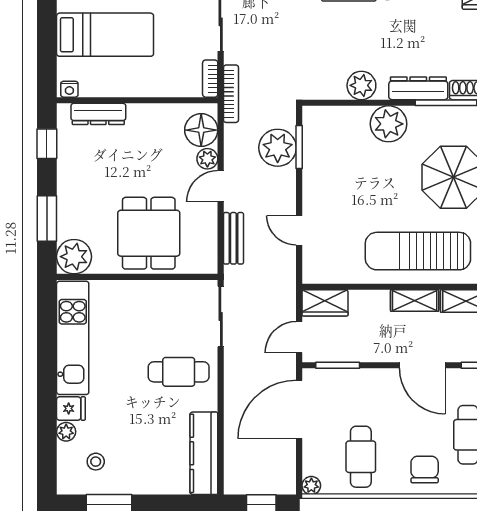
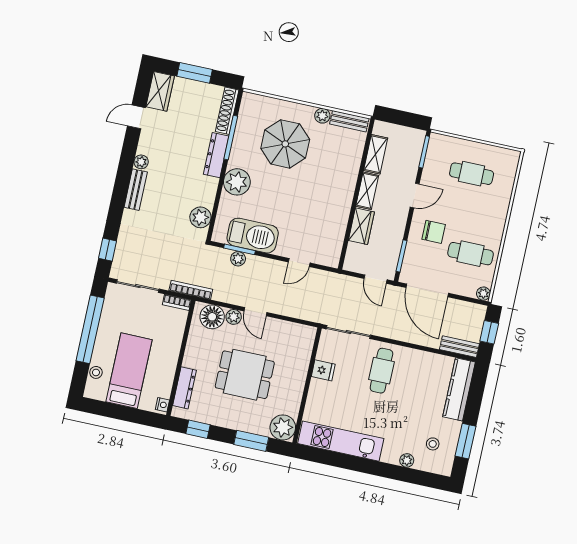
plant: (361, 85) -> (200, 217), moved
plant: (278, 148) -> (238, 259), width x0.53, depth x0.53
barbecue: (322, 160) -> (253, 236), added
dining table: (149, 233) -> (245, 375), moved
bench: (233, 238) -> (459, 347), moved
sun lounger: (418, 251) -> (332, 181), removed
wardrobe: (325, 303) -> (361, 226), moved
door: (422, 365) -> (415, 196), width x0.73
fridge: (71, 409) -> (323, 370), moved, turned 90
kitchen counter: (204, 453) -> (459, 389), moved, turned 90
chair: (425, 470) -> (434, 232), moved, turned 180

